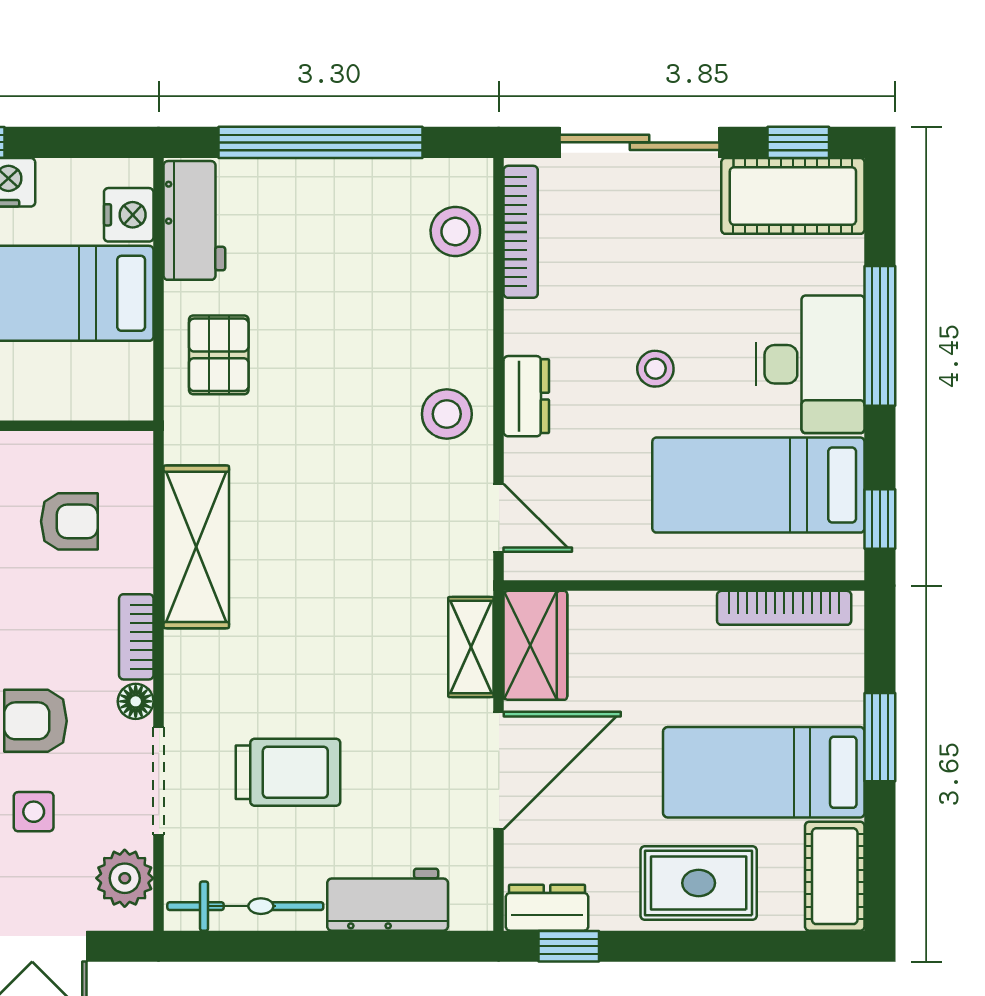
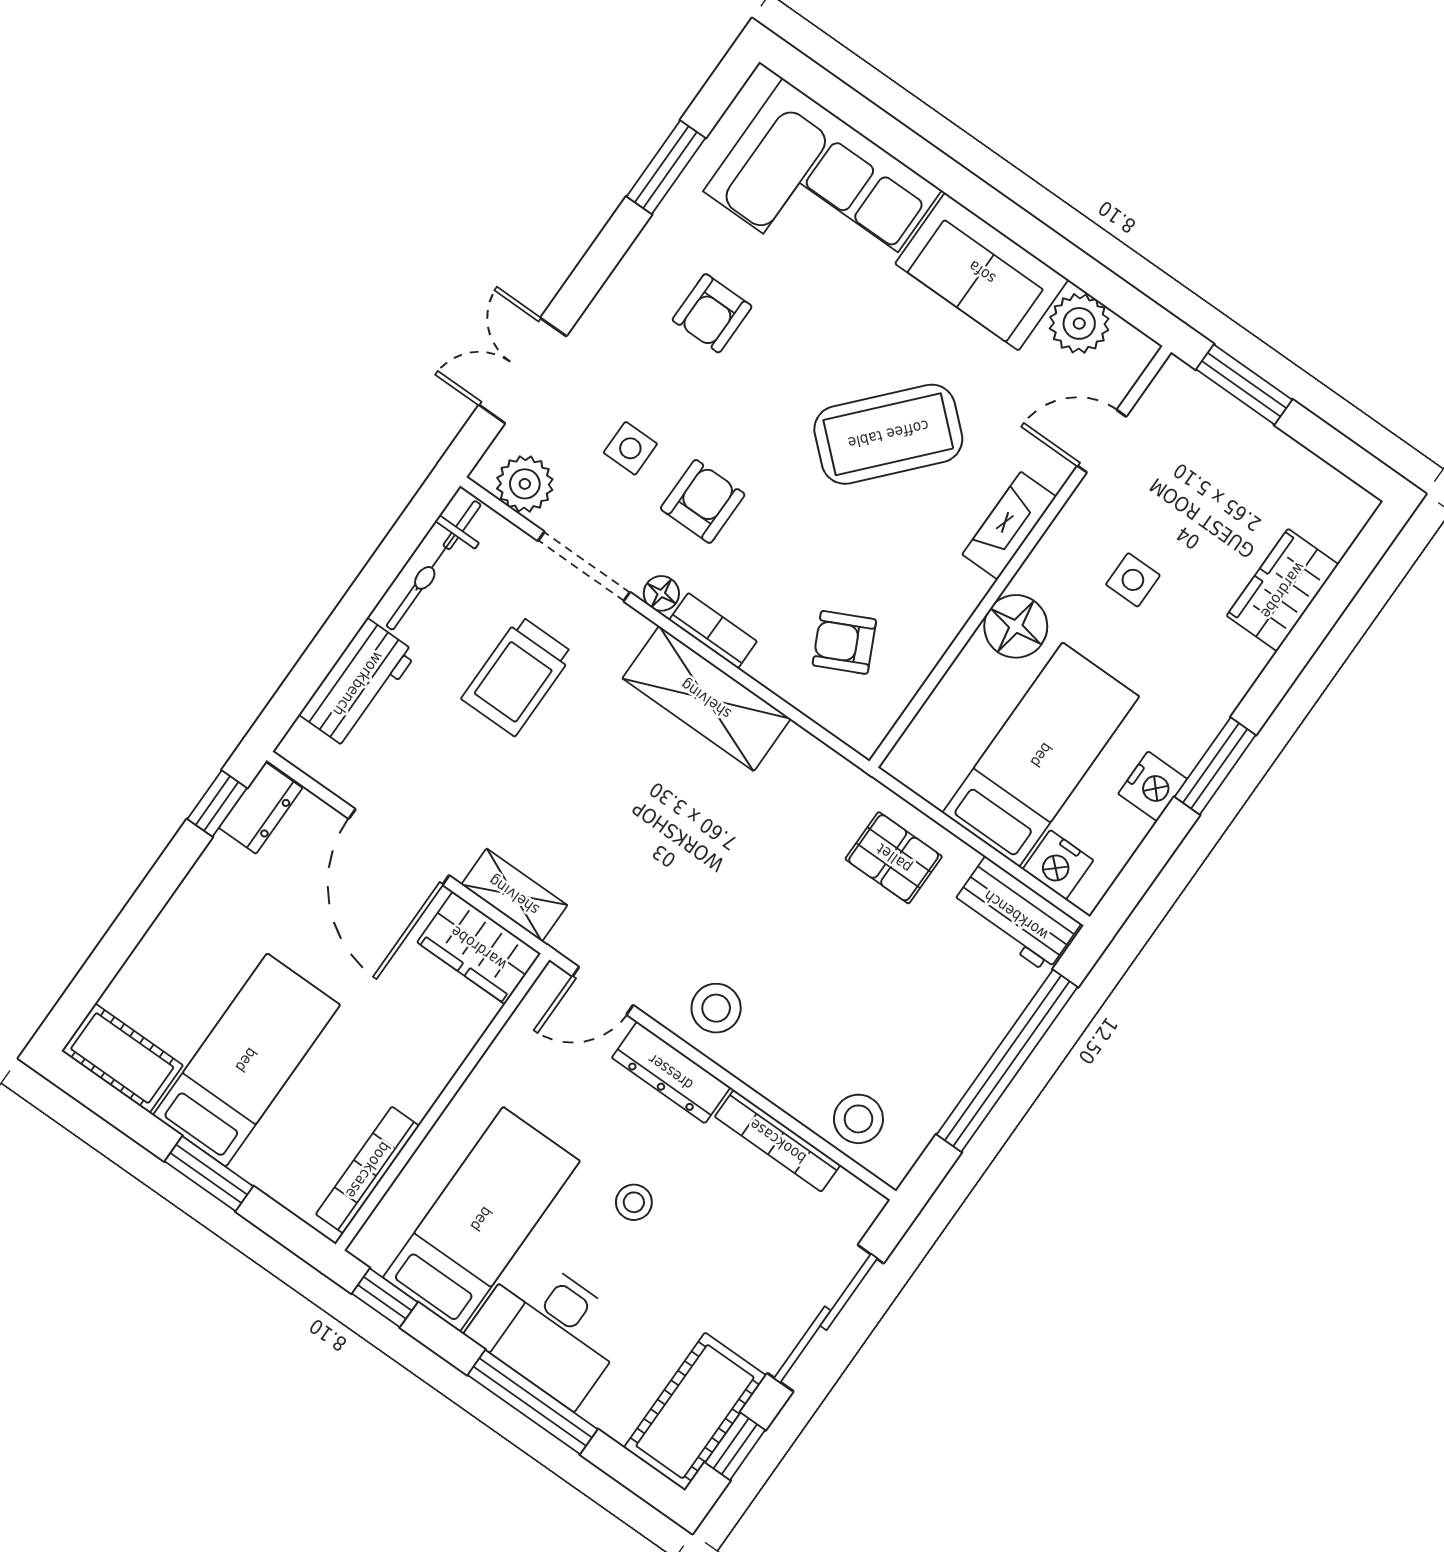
bookcase: (521, 232) -> (778, 1141), moved
dresser: (526, 396) -> (671, 1072), width x1.44
armchair: (69, 521) -> (844, 642), turned 64
shelving: (196, 547) -> (706, 699), moved
rug: (699, 883) -> (194, 944), removed

